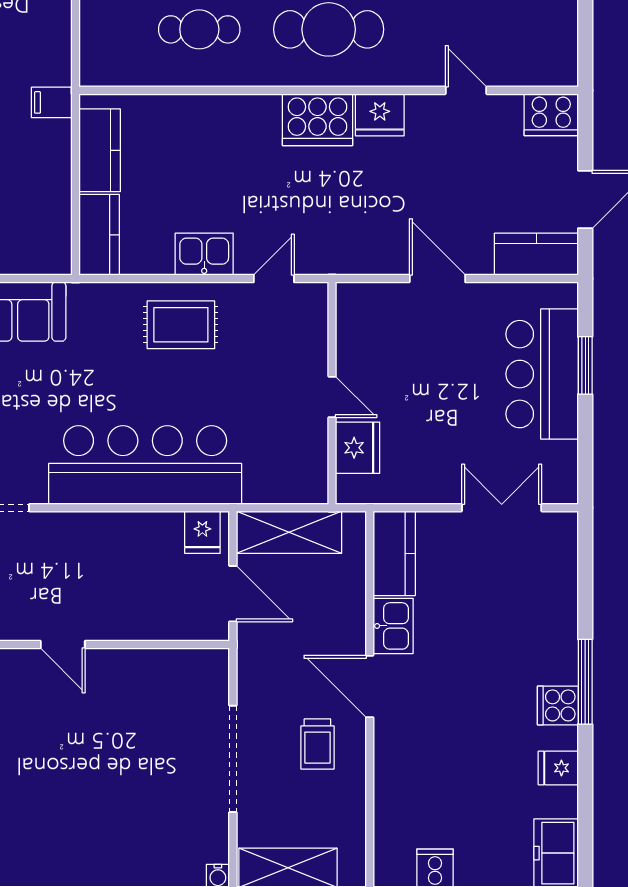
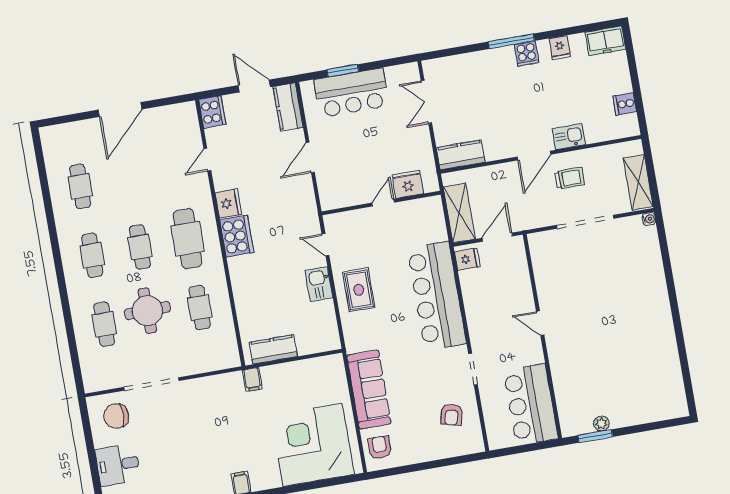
kitchen counter: (99, 235) -> (318, 342), removed
kitchen sink: (393, 626) -> (569, 137), moved
door: (63, 645) -> (540, 323), swing flipped

